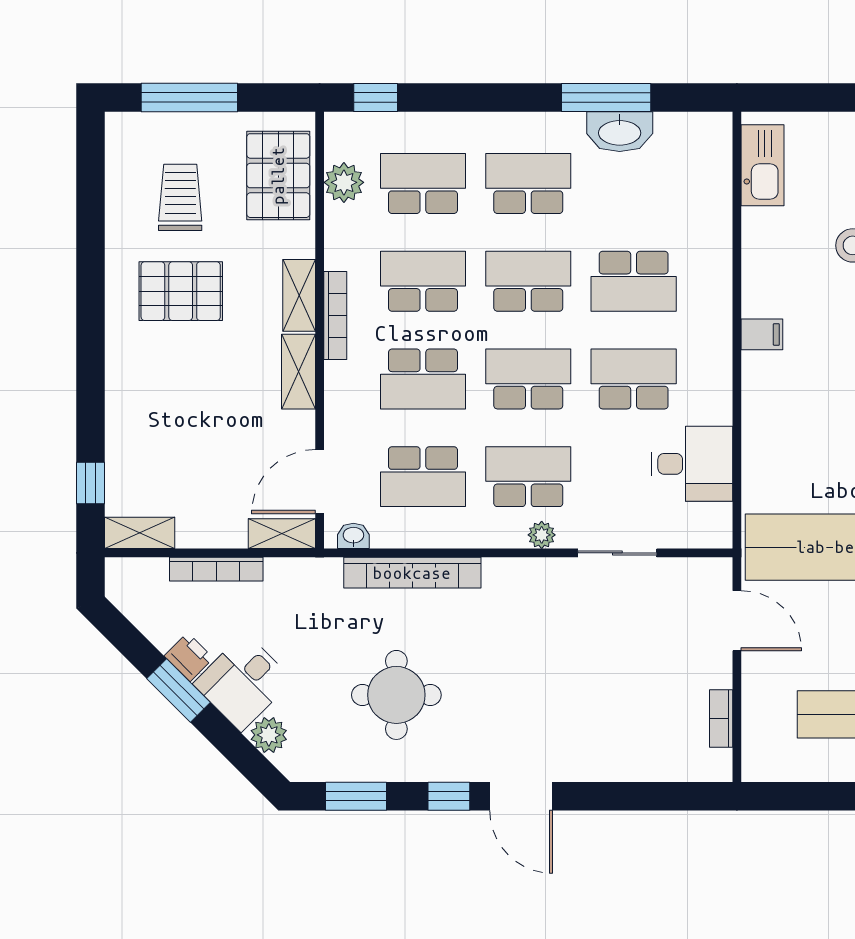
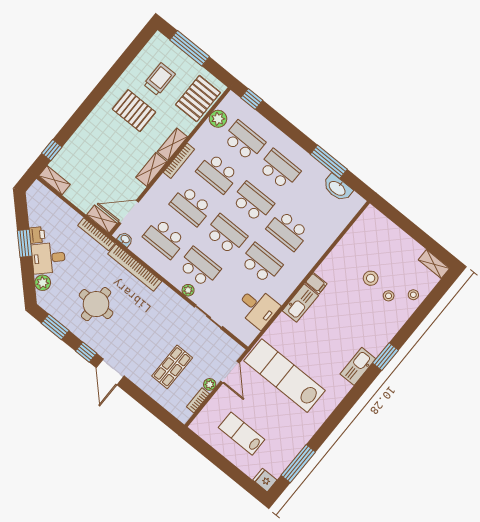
washbasin: (620, 132) -> (337, 188), moved
kitchen sink: (763, 165) -> (300, 303), moved
school desk: (423, 281) -> (218, 173), turned 180
bookcase: (216, 569) -> (96, 234), moved
plant: (719, 673) -> (210, 384), added
shop shelf: (625, 696) -> (172, 367), added

